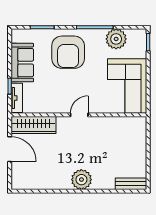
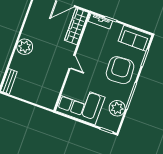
armchair: (68, 52) -> (120, 70), turned 87
sofa: (22, 63) -> (135, 38), moved

